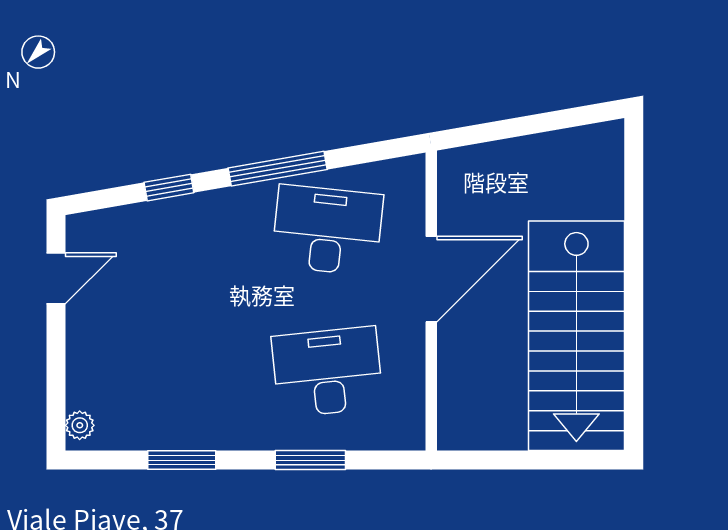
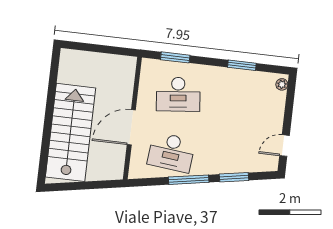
window: (169, 188) -> (234, 177), width x1.50
stairs: (576, 336) -> (70, 132), moved
window: (310, 460) -> (175, 57), moved

